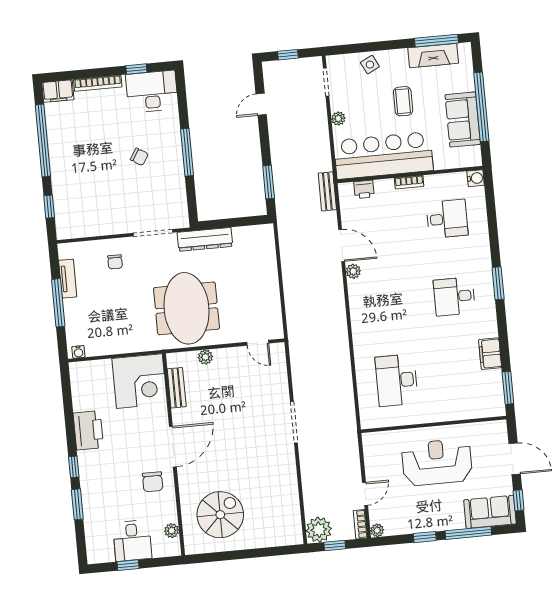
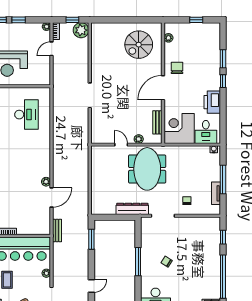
printer: (364, 189) -> (35, 230), removed
door: (342, 246) -> (52, 198), swing flipped
door: (258, 343) -> (121, 145), moved
desk: (132, 541) -> (206, 132), moved, turned 180

